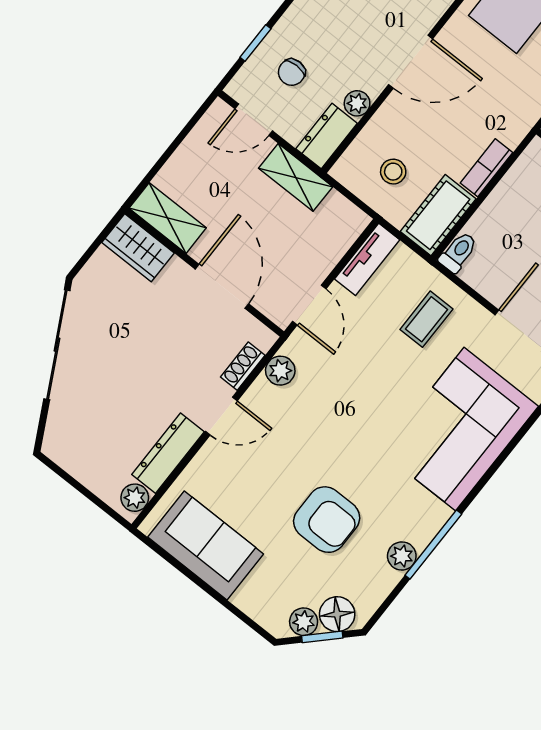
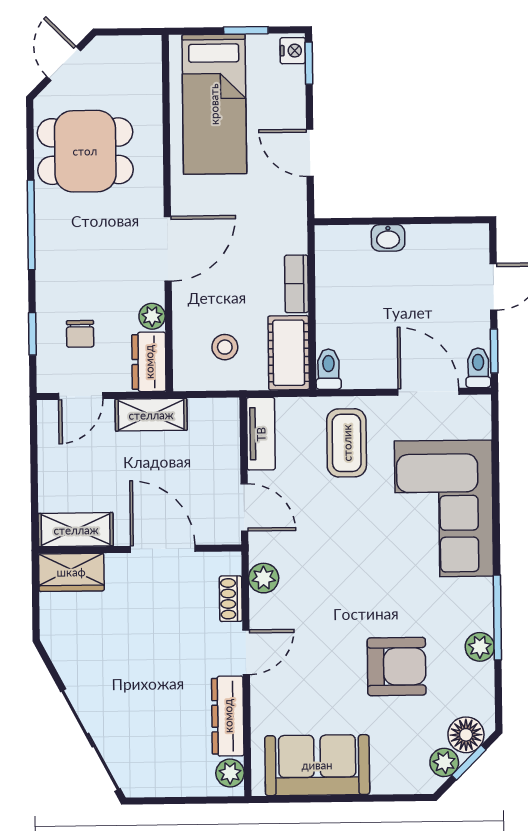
coffee table: (426, 319) -> (347, 443), width x1.36, depth x1.30
sliding door: (57, 345) -> (90, 740), moved

